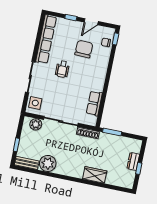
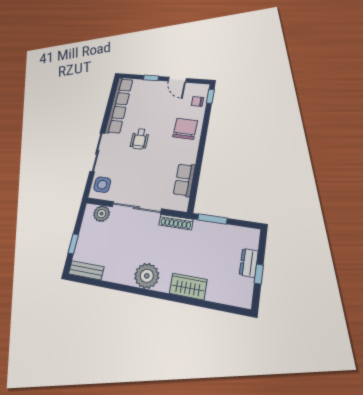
door: (91, 22) -> (177, 80), hinge flipped
chair: (84, 49) -> (185, 129), moved
plant: (48, 163) -> (147, 276), moved

